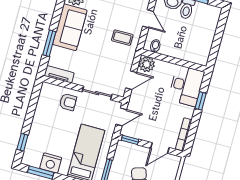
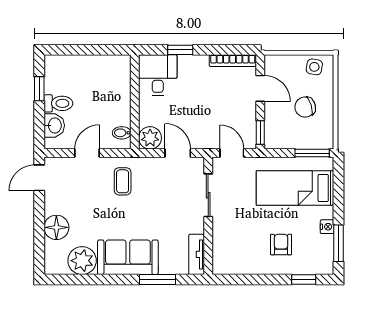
desk: (186, 86) -> (158, 75), width x0.73
armchair: (68, 102) -> (281, 245), moved
nightstand: (51, 163) -> (327, 227), width x0.53, depth x0.56

